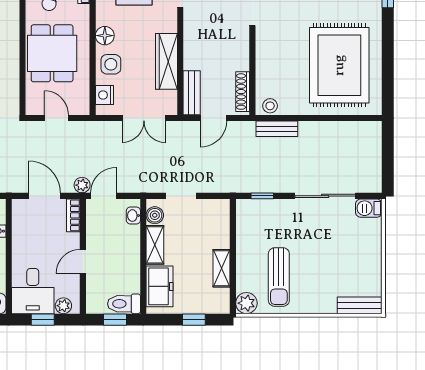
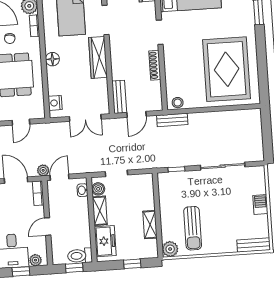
wardrobe: (167, 61) -> (98, 57), moved
side table: (111, 64) -> (58, 80), removed
shoe rack: (243, 92) -> (155, 65), moved
door: (56, 118) -> (21, 122), swing flipped
bench: (277, 129) -> (172, 120), moved
barbecue: (369, 208) -> (260, 204), moved, turned 90

